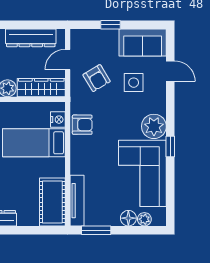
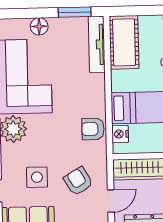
plant: (144, 219) -> (21, 26), removed

